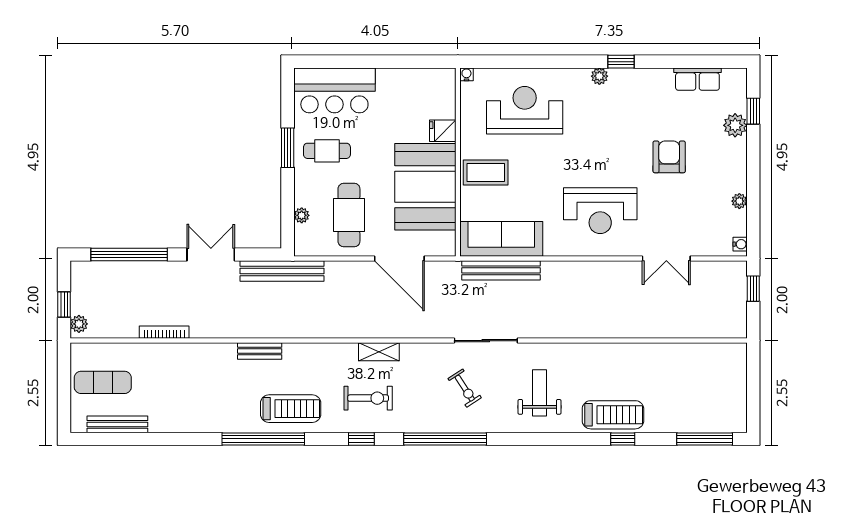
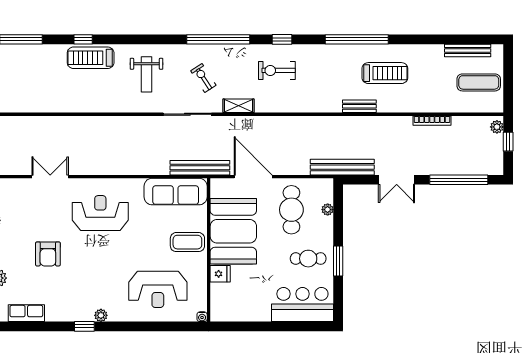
bench: (501, 270) -> (200, 168), moved
shelving: (379, 352) -> (238, 106), moved
treadmill: (291, 409) -> (385, 73), moved, turned 180

